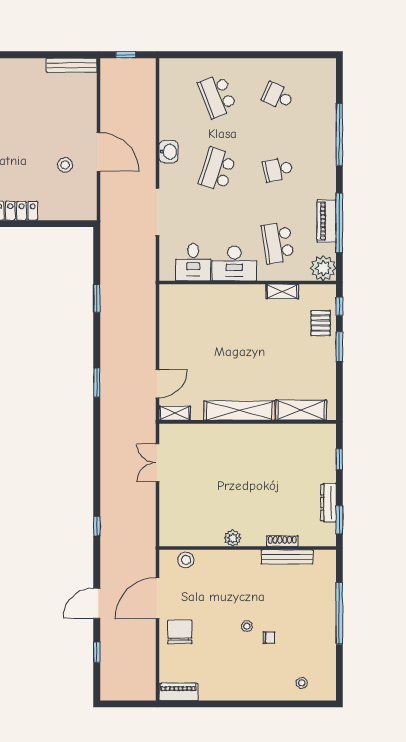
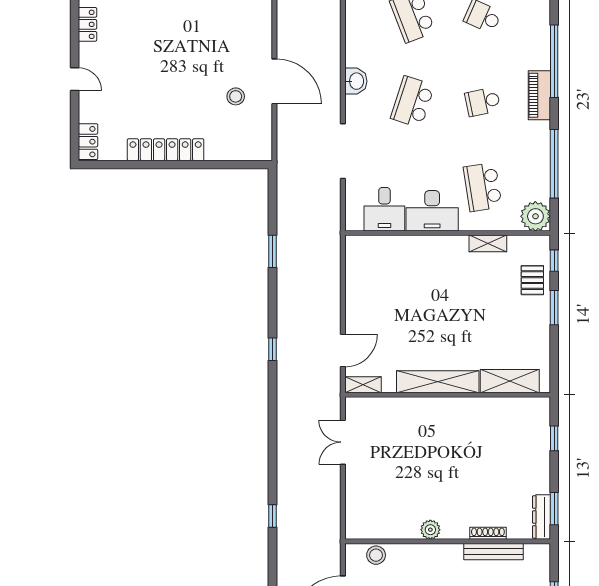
piano: (327, 221) -> (539, 95), moved
window: (97, 383) -> (272, 349), width x0.67
dresser: (328, 503) -> (542, 517), moved

